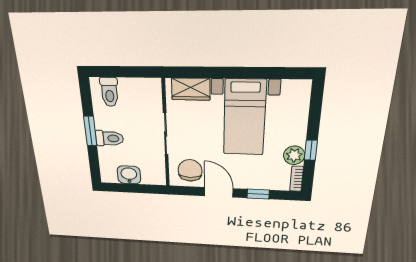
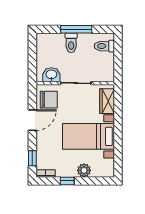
window: (90, 131) -> (76, 29), width x1.44
plant: (294, 155) -> (84, 170), moved
washbasin: (129, 175) -> (51, 75), moved, turned -90
window: (258, 194) -> (32, 158), moved

